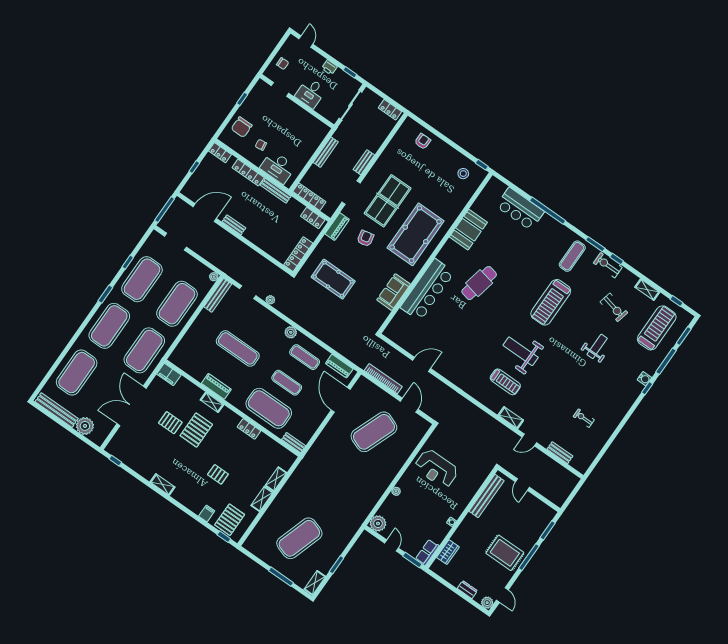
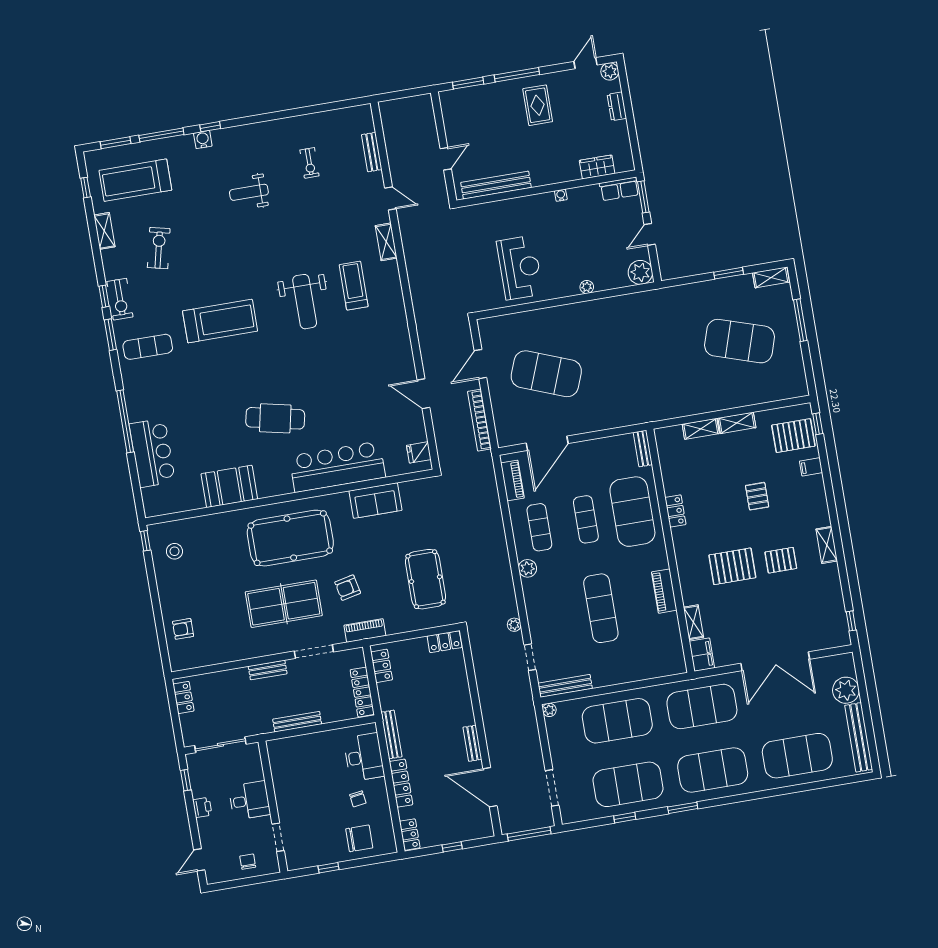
locker: (298, 254) -> (445, 642), width x0.66
fridge: (396, 335) -> (419, 452), added
weight bench: (597, 346) -> (249, 192), moved
shelving: (212, 402) -> (693, 622), moved
pallet: (170, 423) -> (781, 560), moved, turned 90
rug: (505, 553) -> (538, 105), width x0.73, depth x0.70

